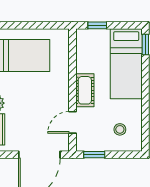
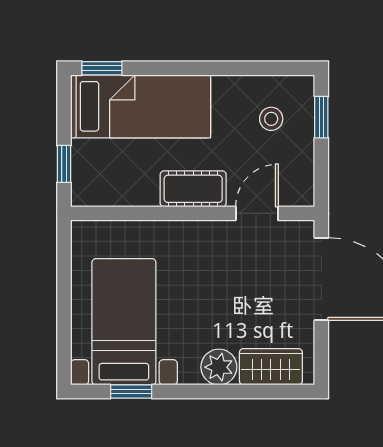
door: (72, 122) -> (257, 213), swing flipped
window: (94, 155) -> (321, 117), moved

